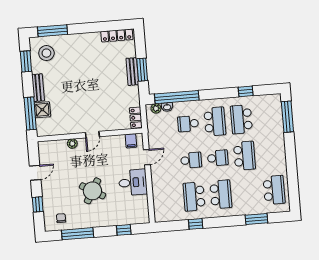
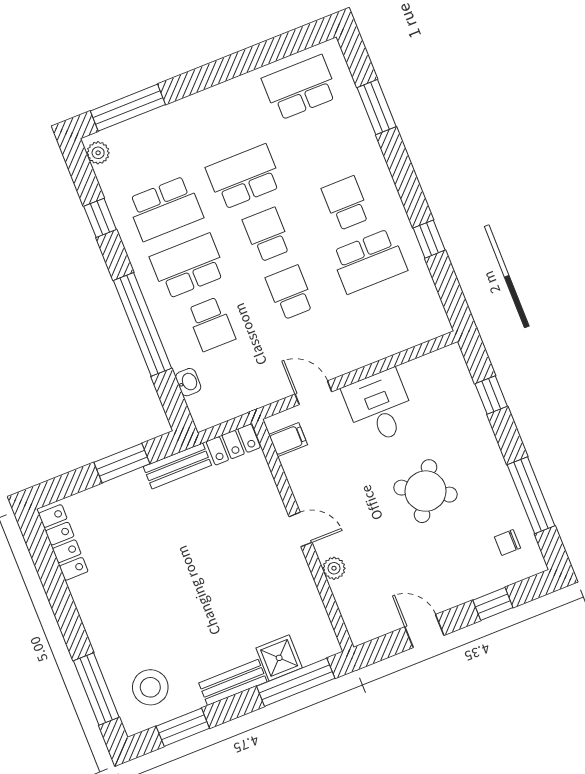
bench: (132, 72) -> (177, 466), moved
window: (177, 97) -> (142, 324), moved
plant: (156, 108) -> (98, 153), moved
school desk: (221, 194) -> (346, 203), width x0.54

